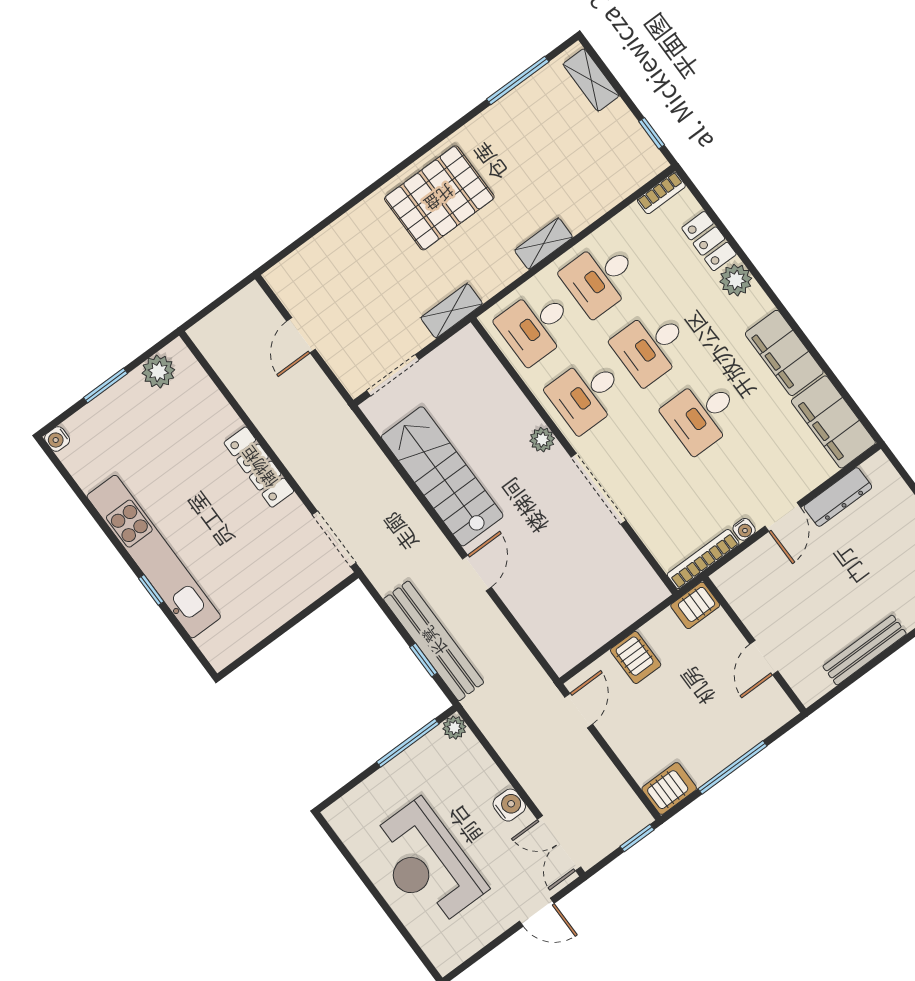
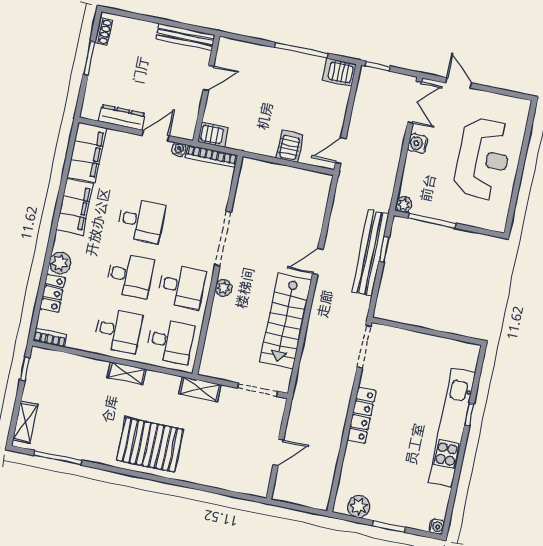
server rack: (695, 605) -> (213, 135), moved
wall: (754, 645) -> (206, 88), moved
door: (764, 658) -> (208, 78), moved

